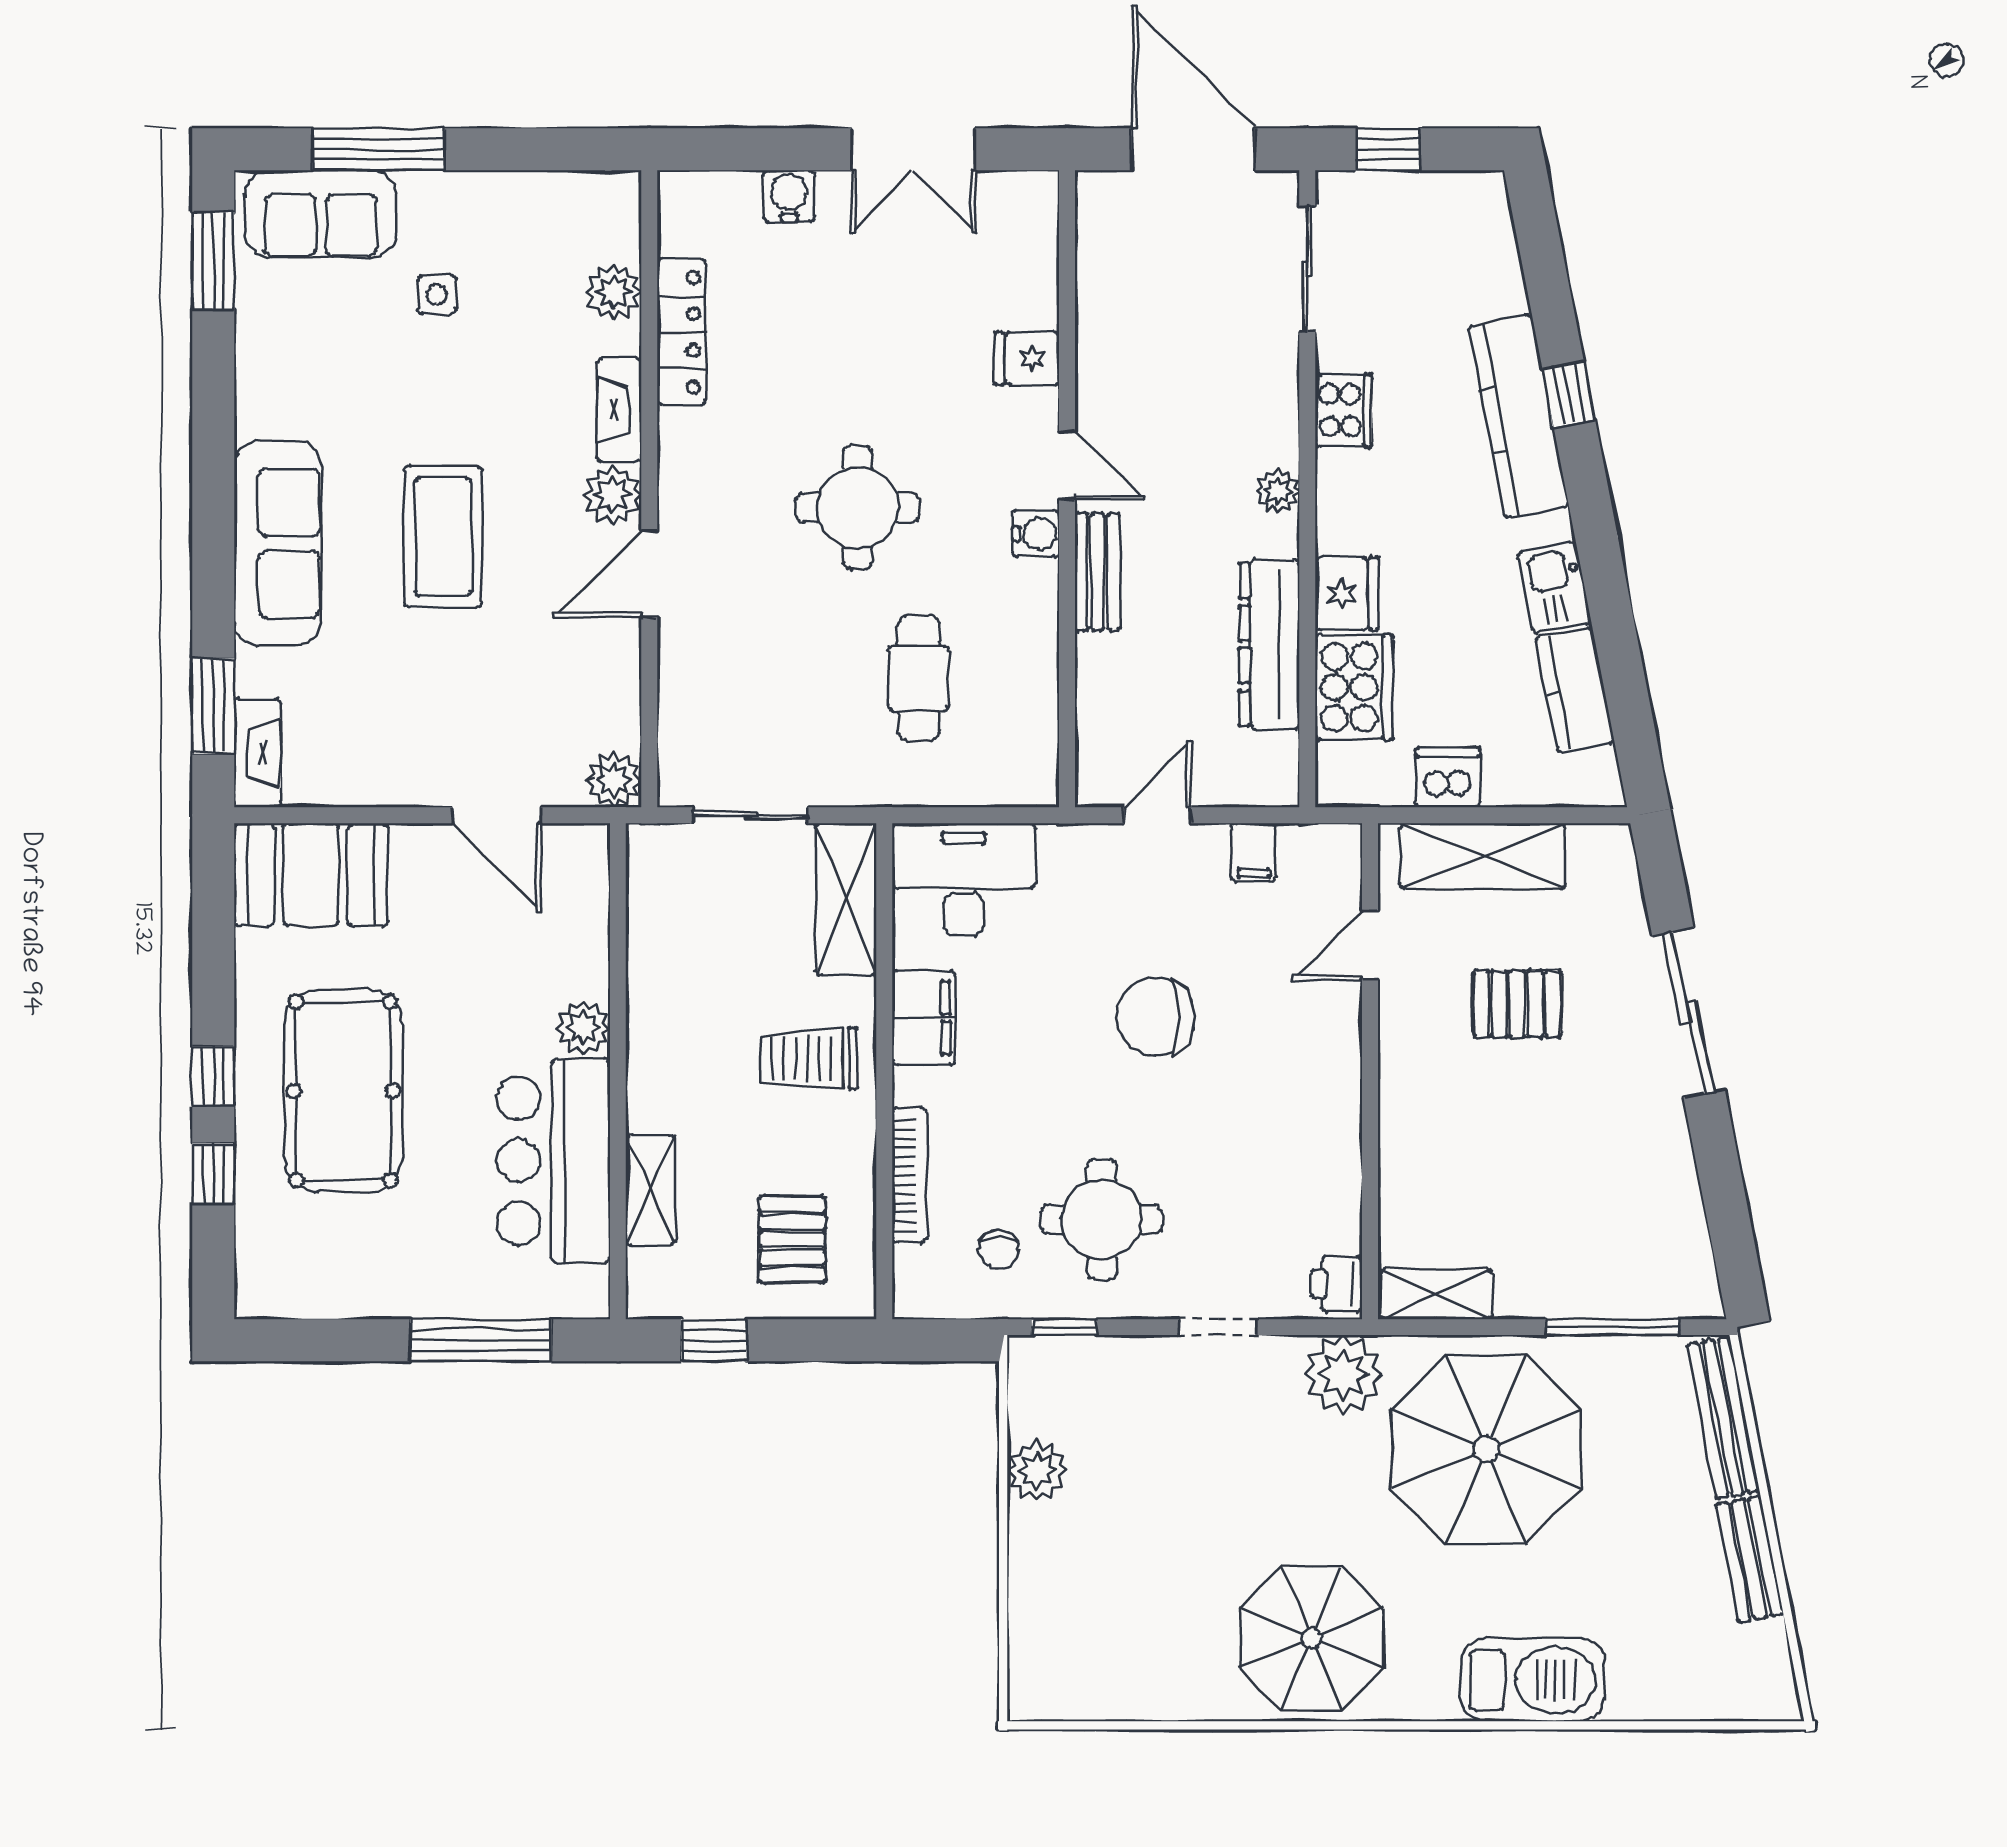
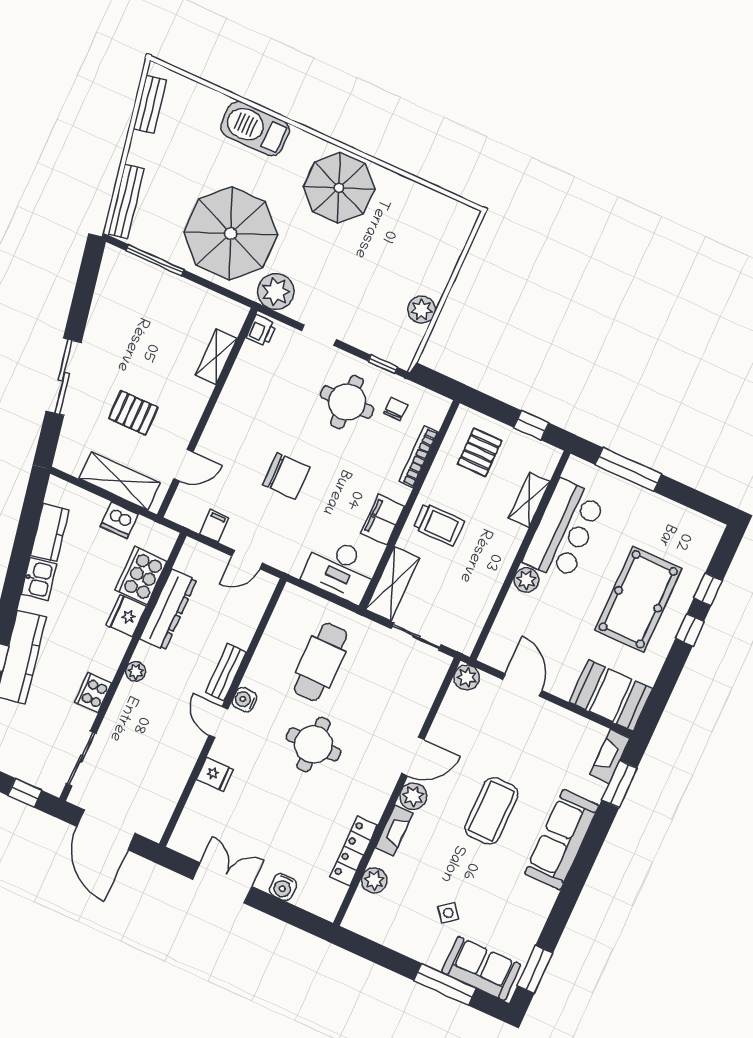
side table: (437, 295) -> (448, 913), turned -38
cafe table: (918, 678) -> (321, 662), width x1.37, depth x1.35
shelving: (1436, 1294) -> (216, 357), moved, turned 90
bench: (1749, 1559) -> (150, 104), moved

